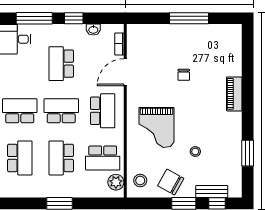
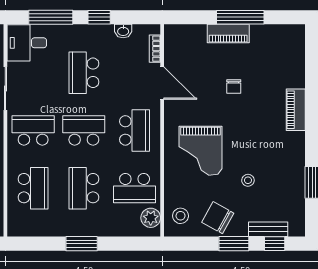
piano: (179, 32) -> (228, 34), added
door: (125, 72) -> (162, 83), swing flipped

